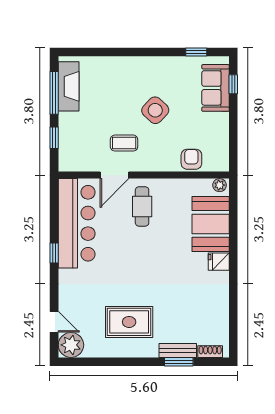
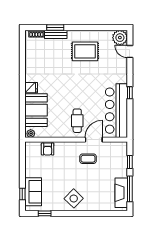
side table: (155, 110) -> (74, 198), moved

